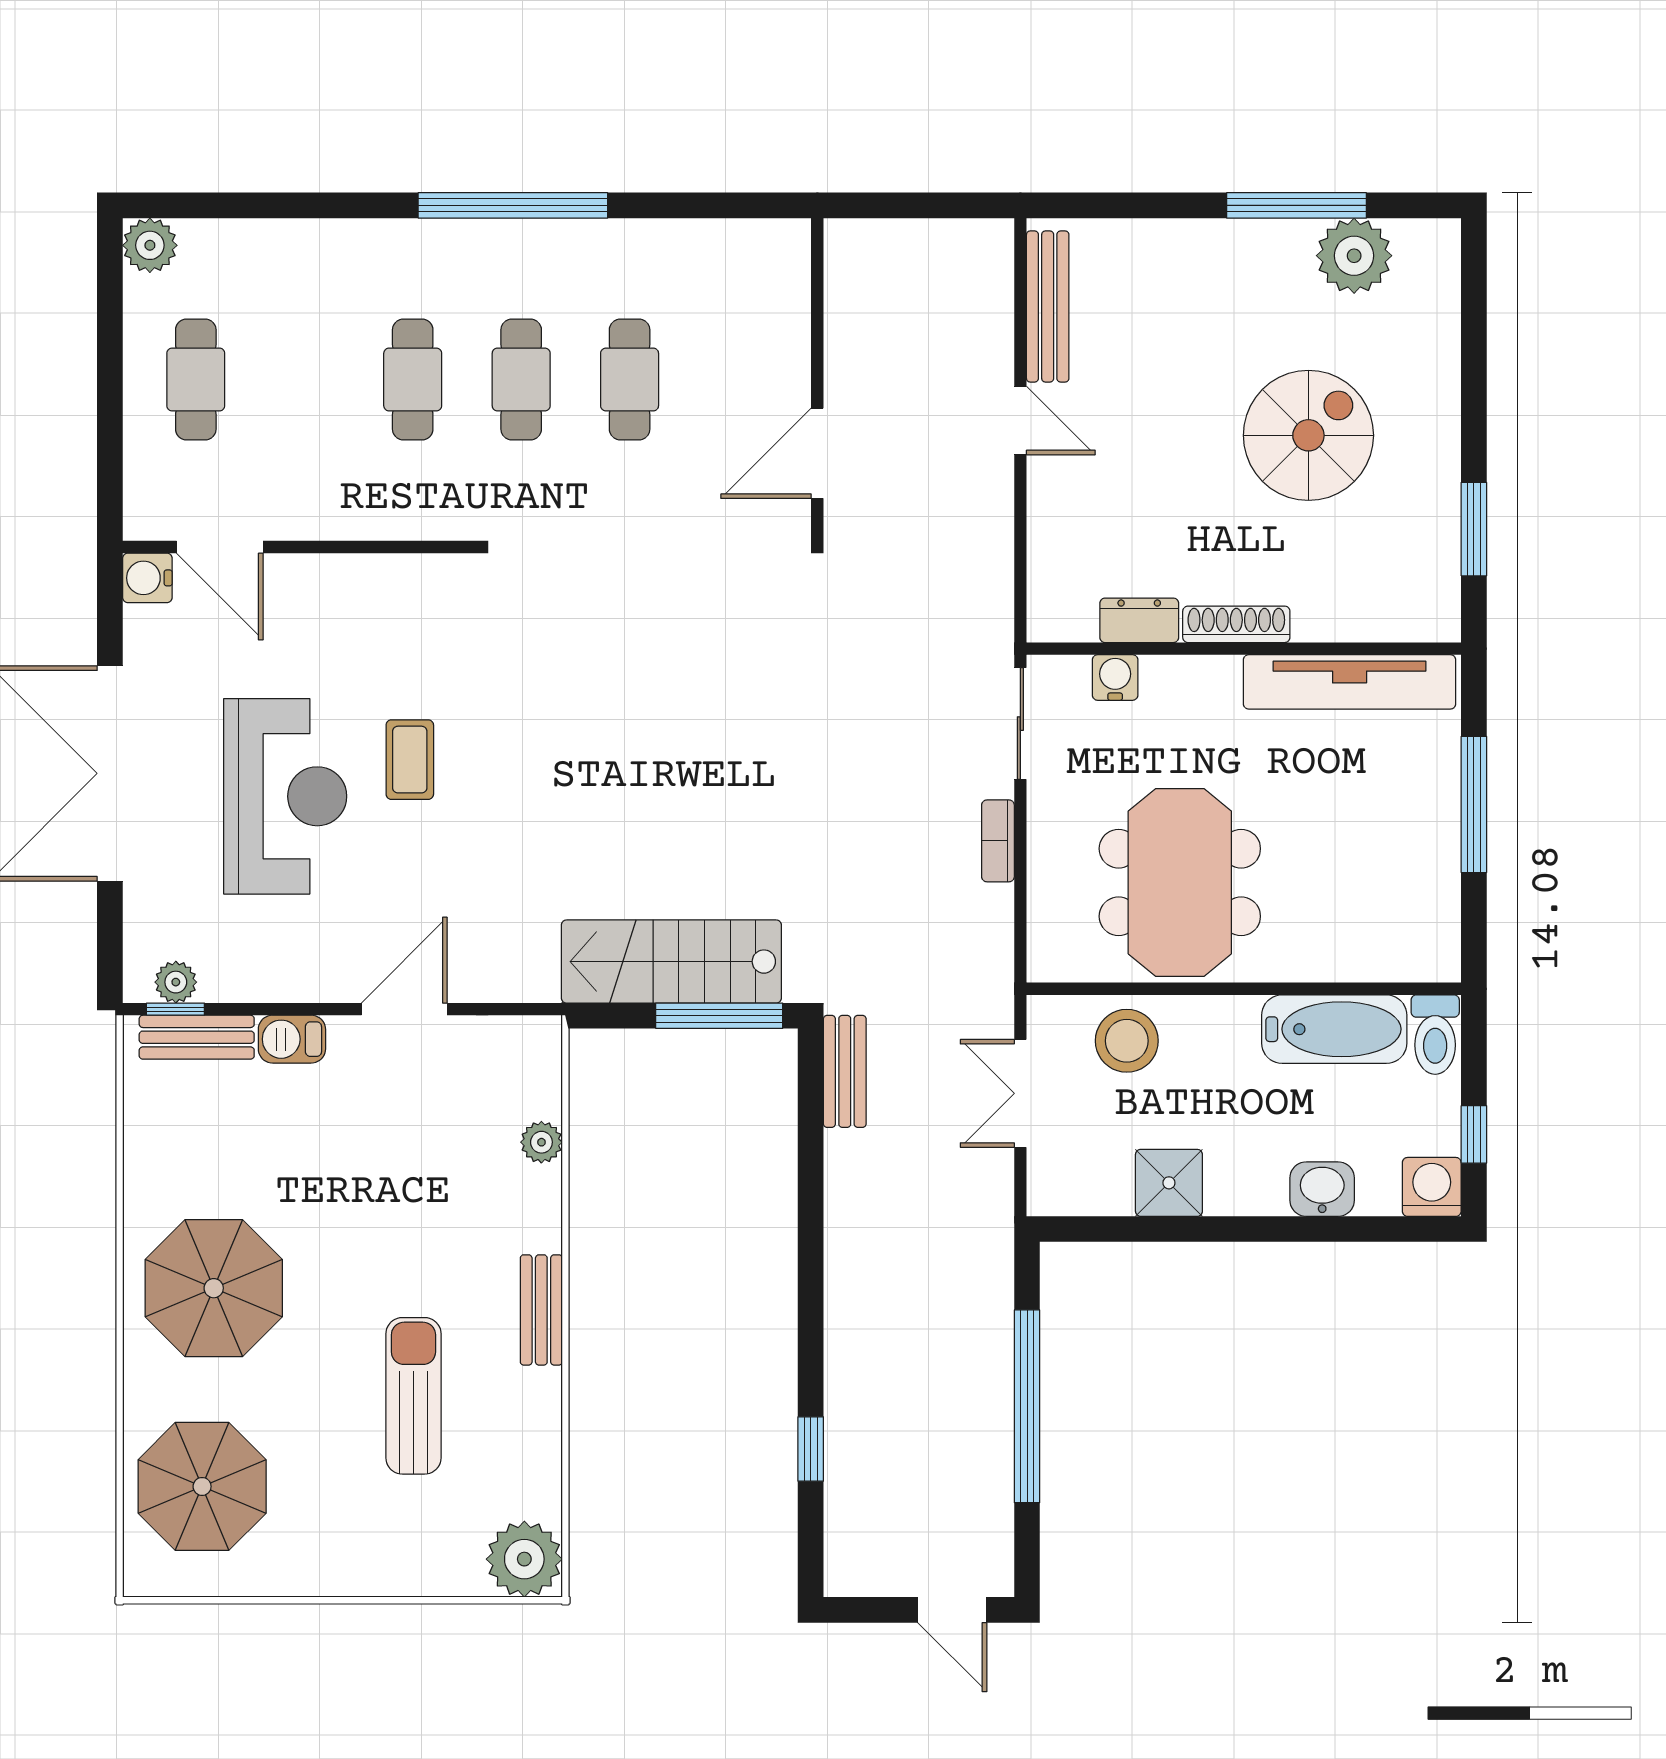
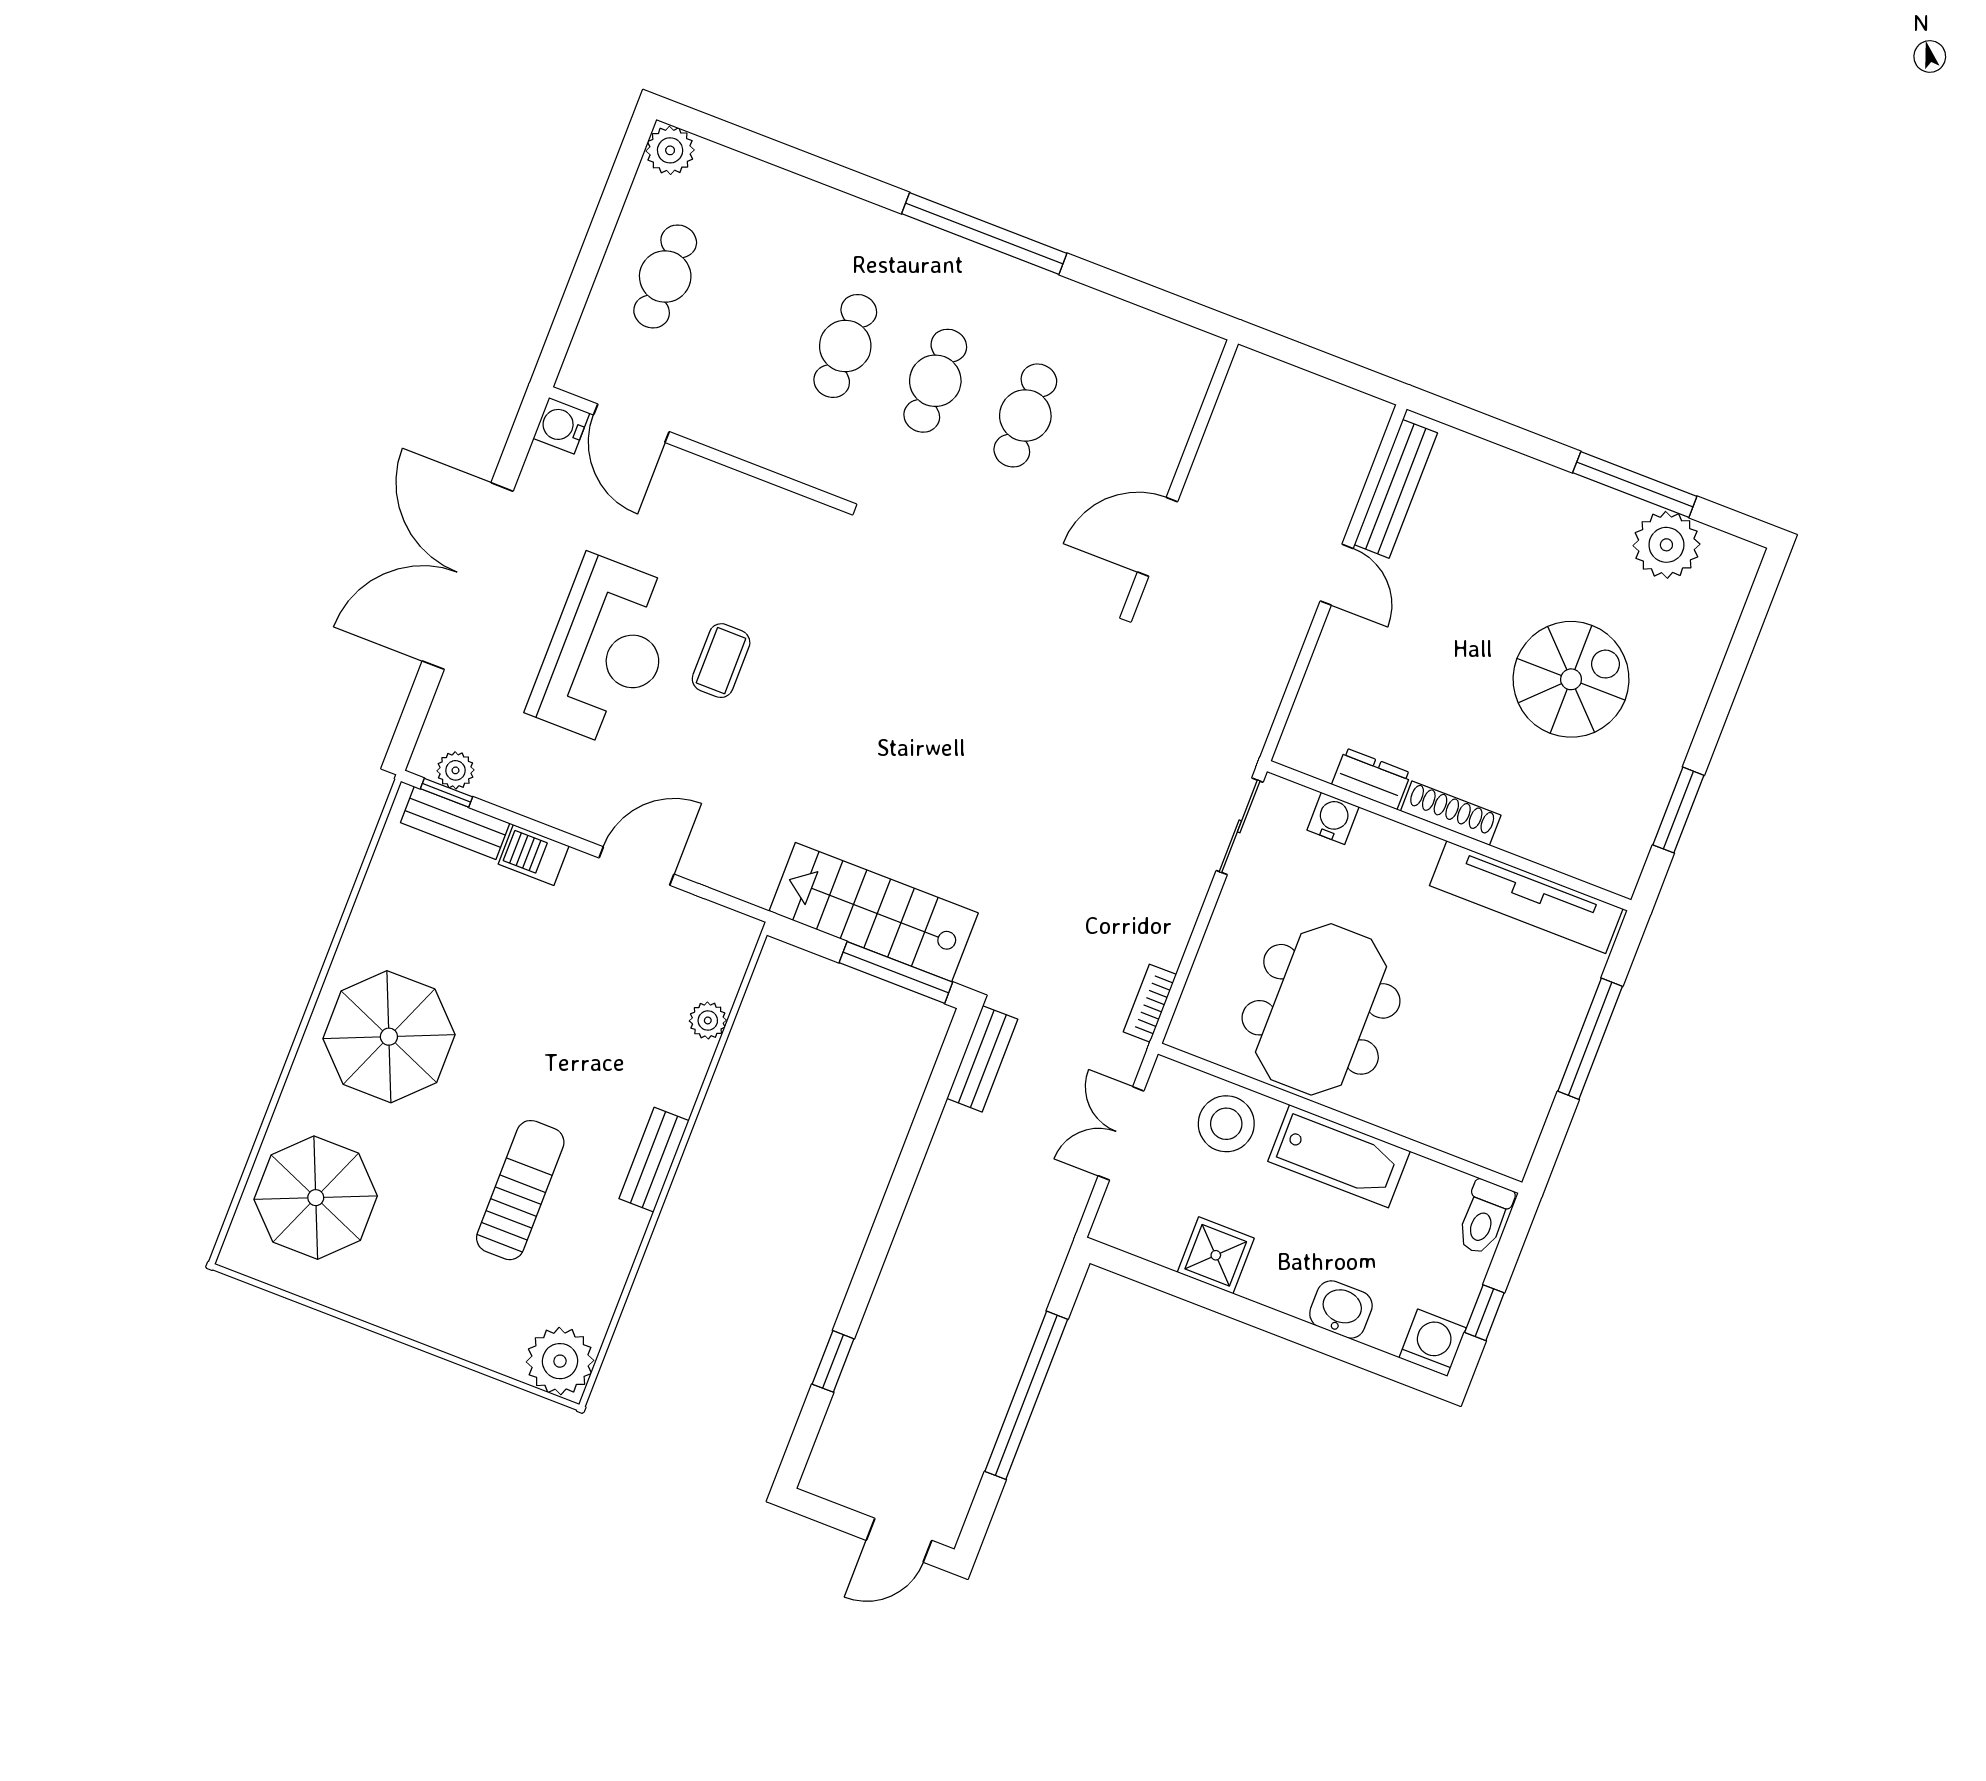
bookcase: (998, 841) -> (1150, 1003), moved
bathtub: (1334, 1029) -> (1339, 1156), moved
door: (952, 1610) -> (899, 1540), hinge flipped

